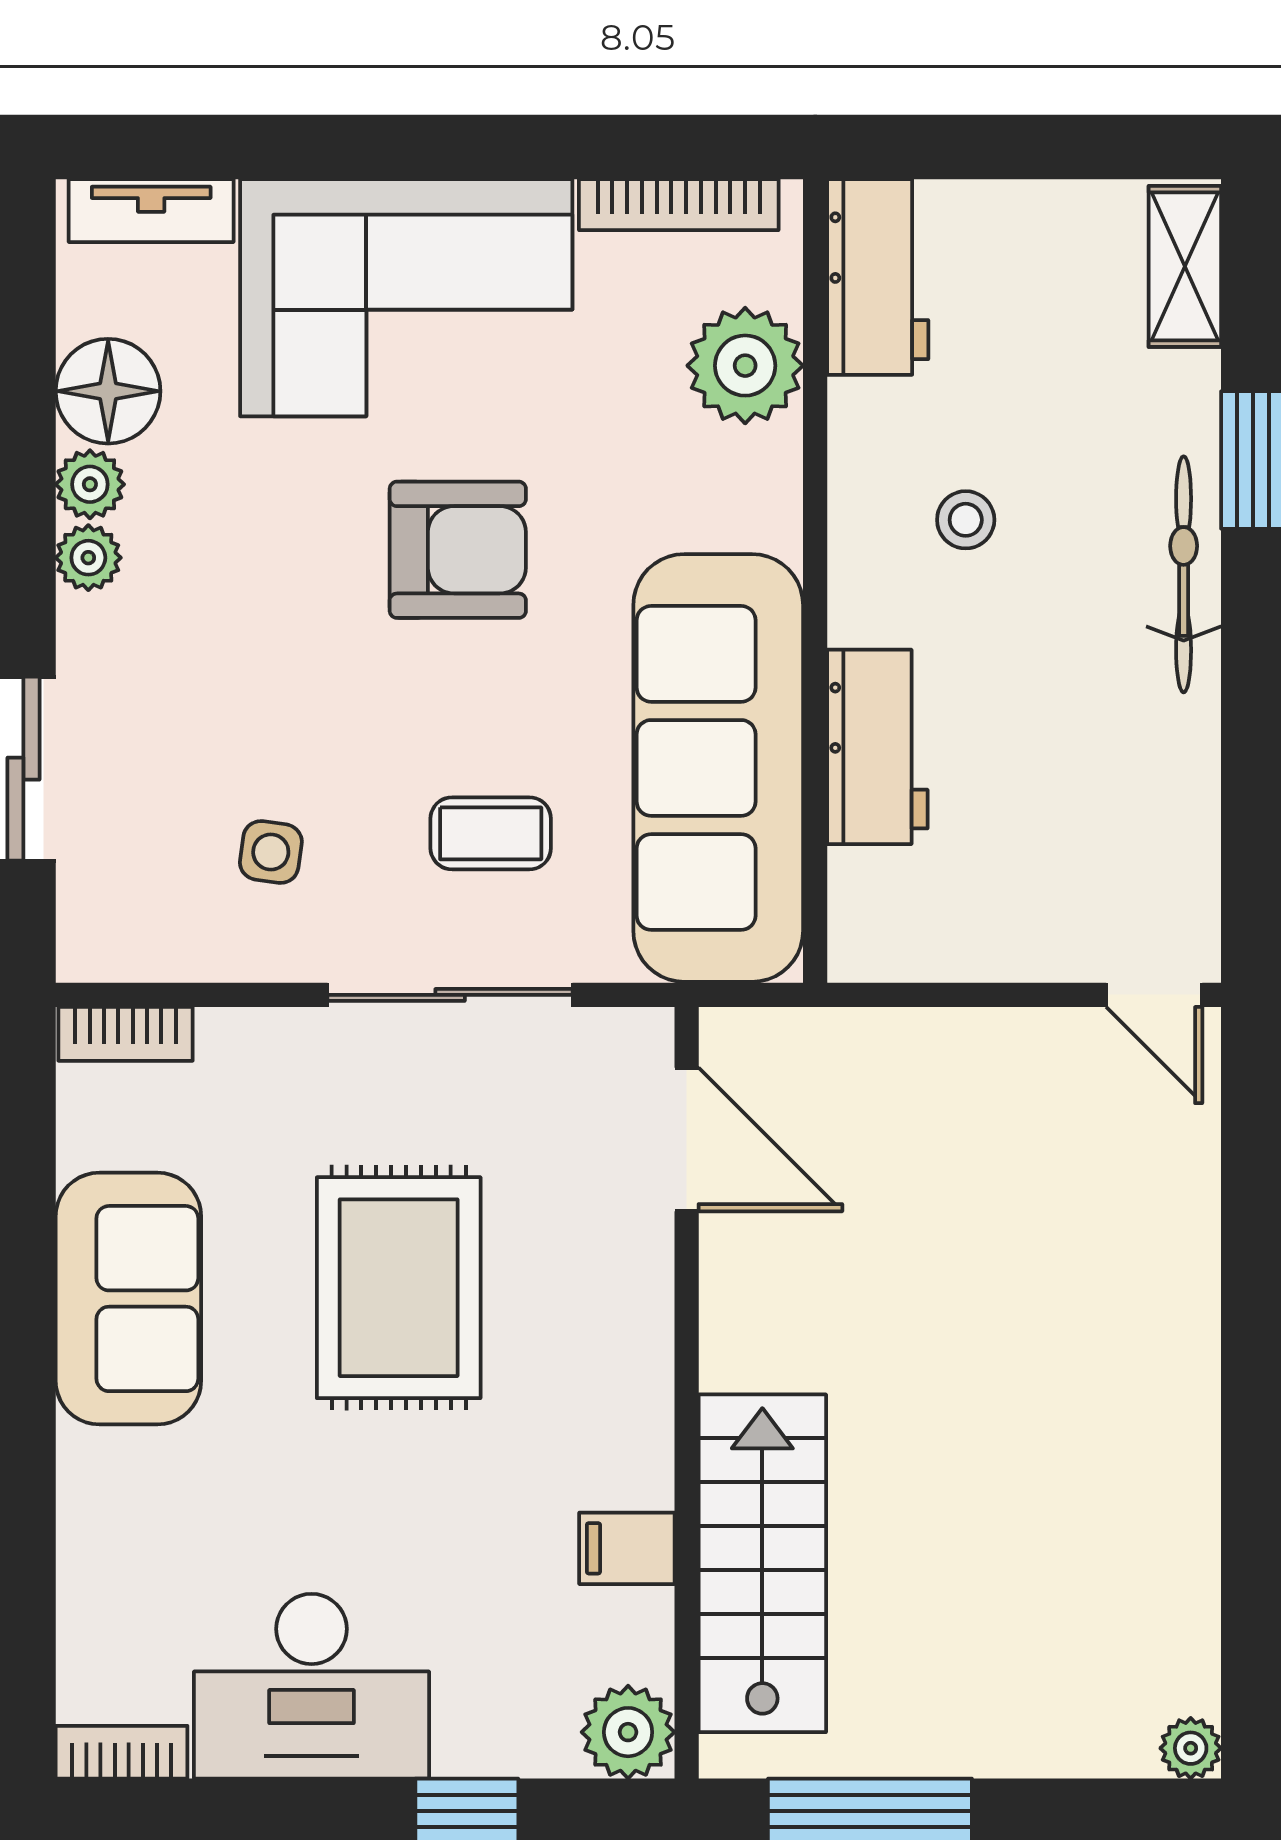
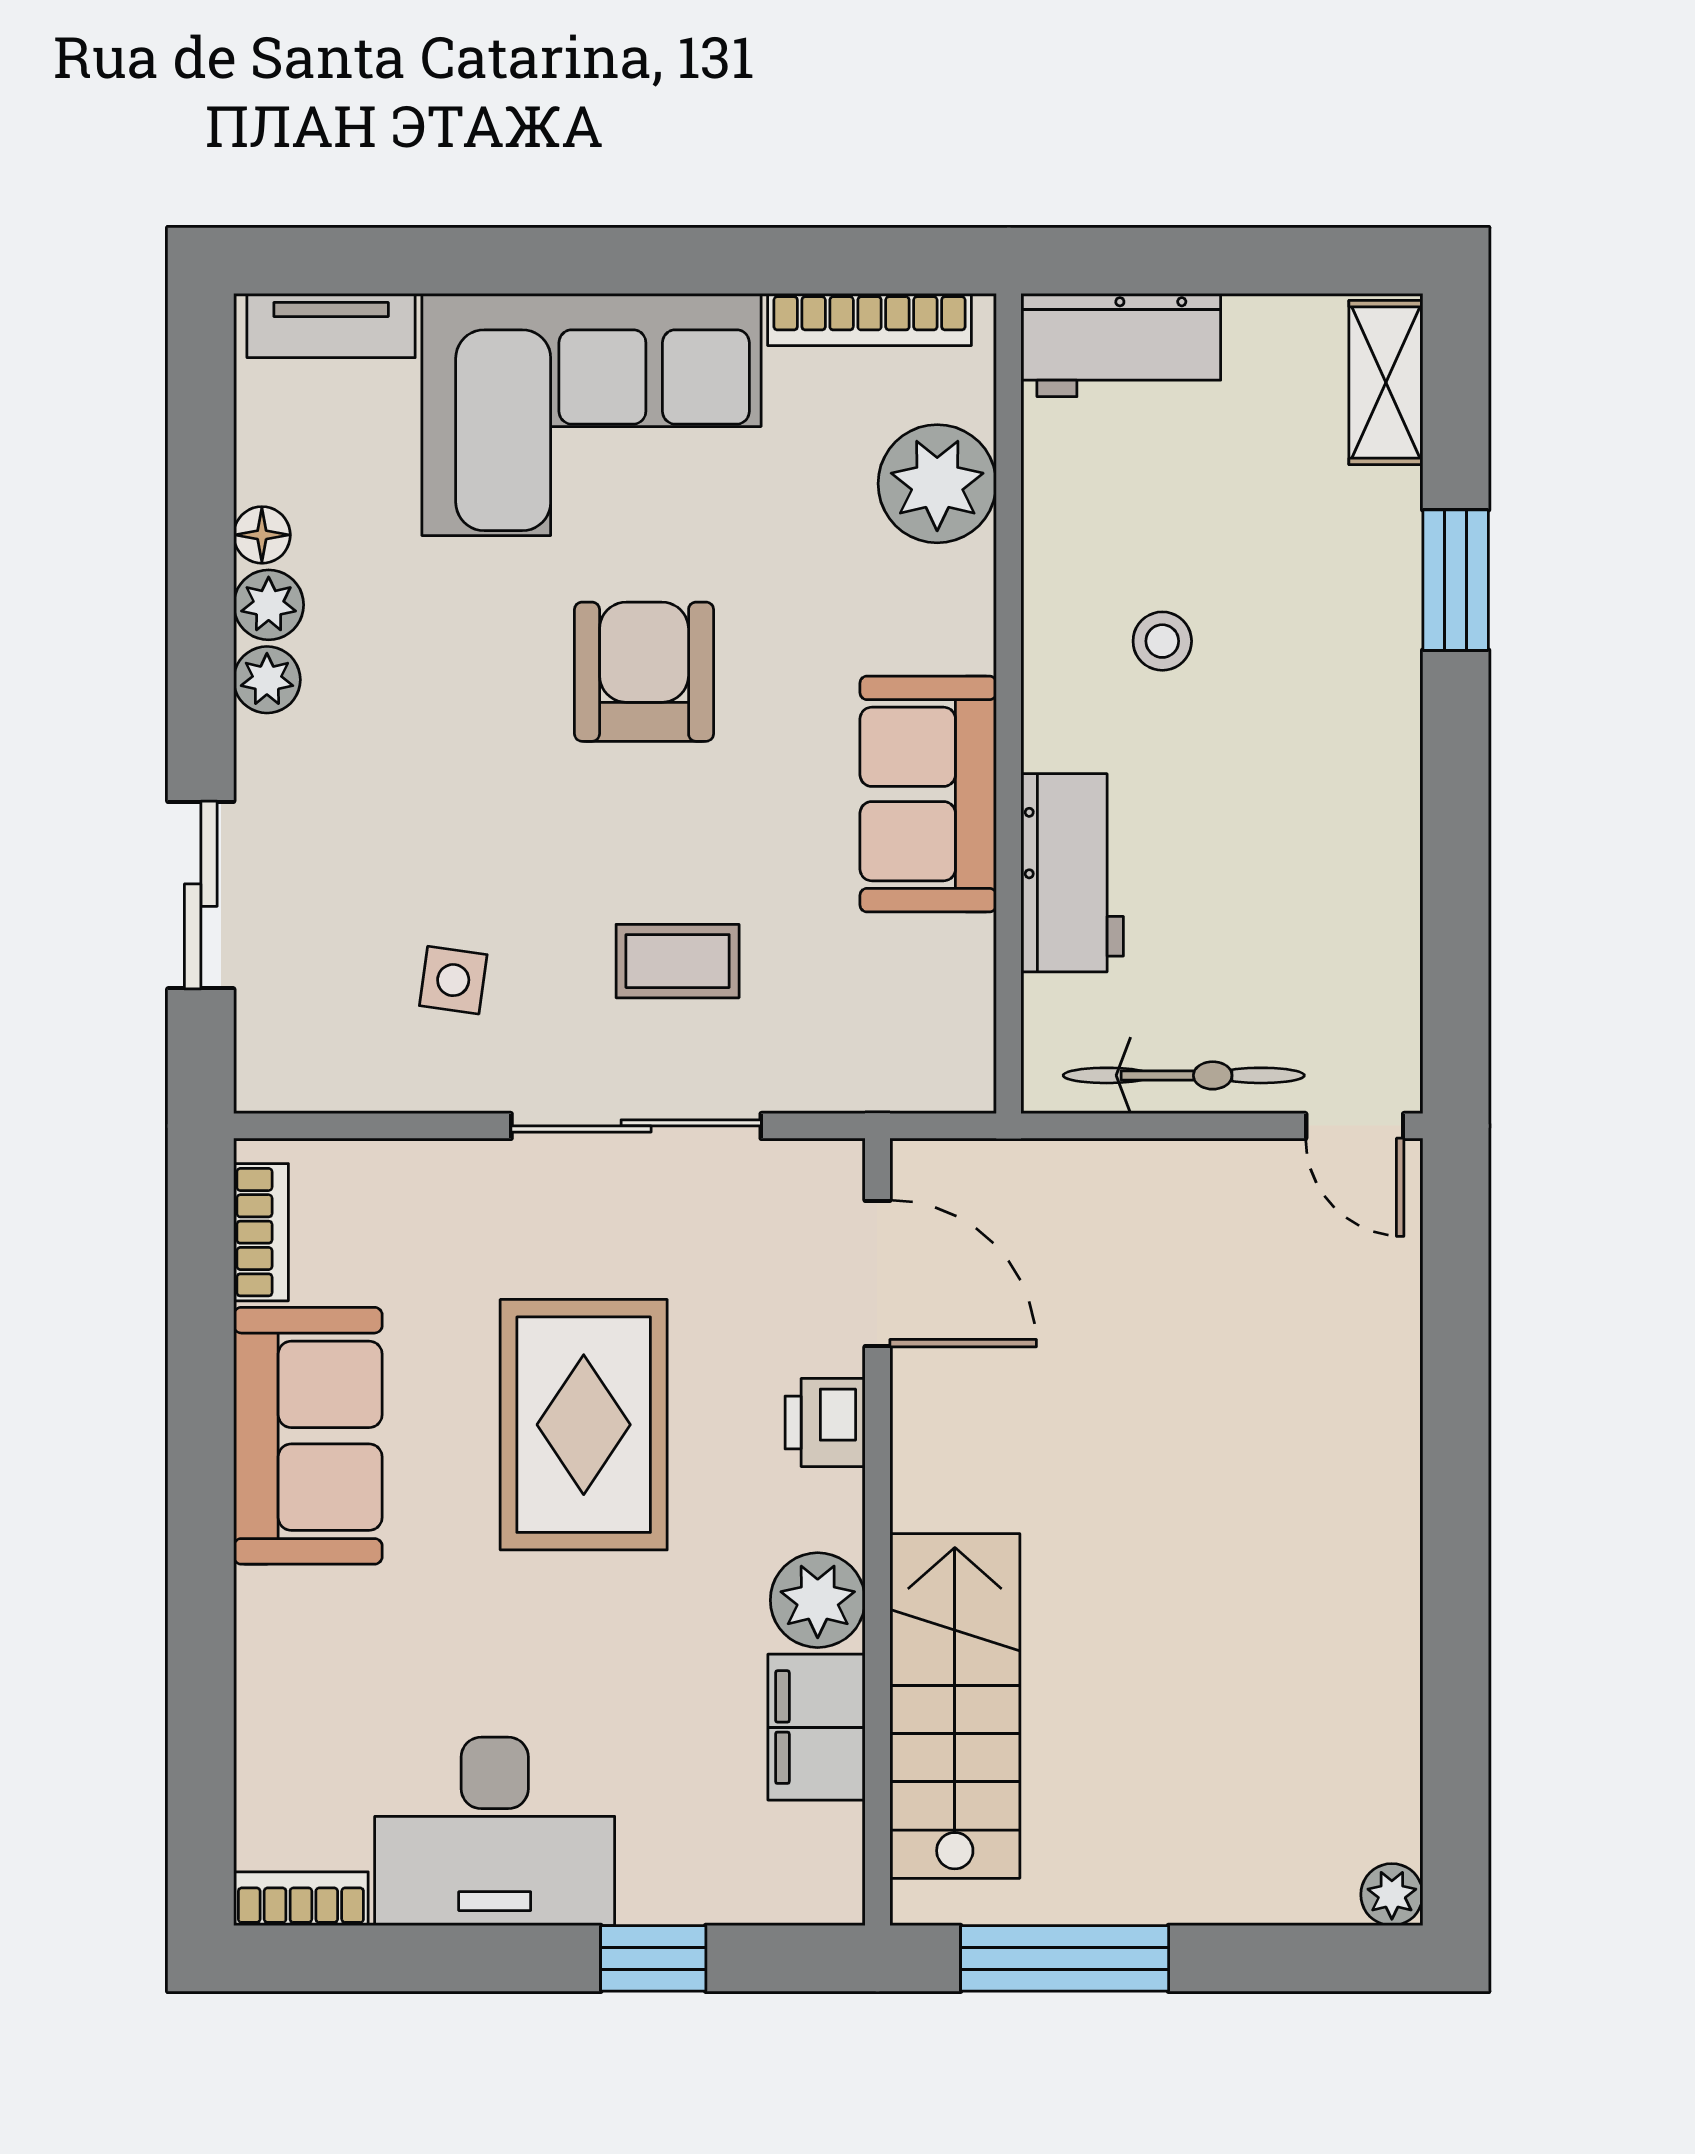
workbench: (878, 277) -> (1121, 345), moved, turned 90
floor lamp: (108, 391) -> (262, 535), width x0.53, depth x0.53
armchair: (458, 550) -> (644, 672), turned -90
bicycle: (1184, 574) -> (1184, 1075), moved, turned 90
sofa: (718, 768) -> (928, 794), width x0.54, depth x0.79
bookcase: (125, 1034) -> (261, 1232), moved, turned -90
printer: (635, 1286) -> (825, 1423), added
filing cabinet: (627, 1548) -> (816, 1727), width x2.00
plant: (628, 1732) -> (818, 1600), moved

